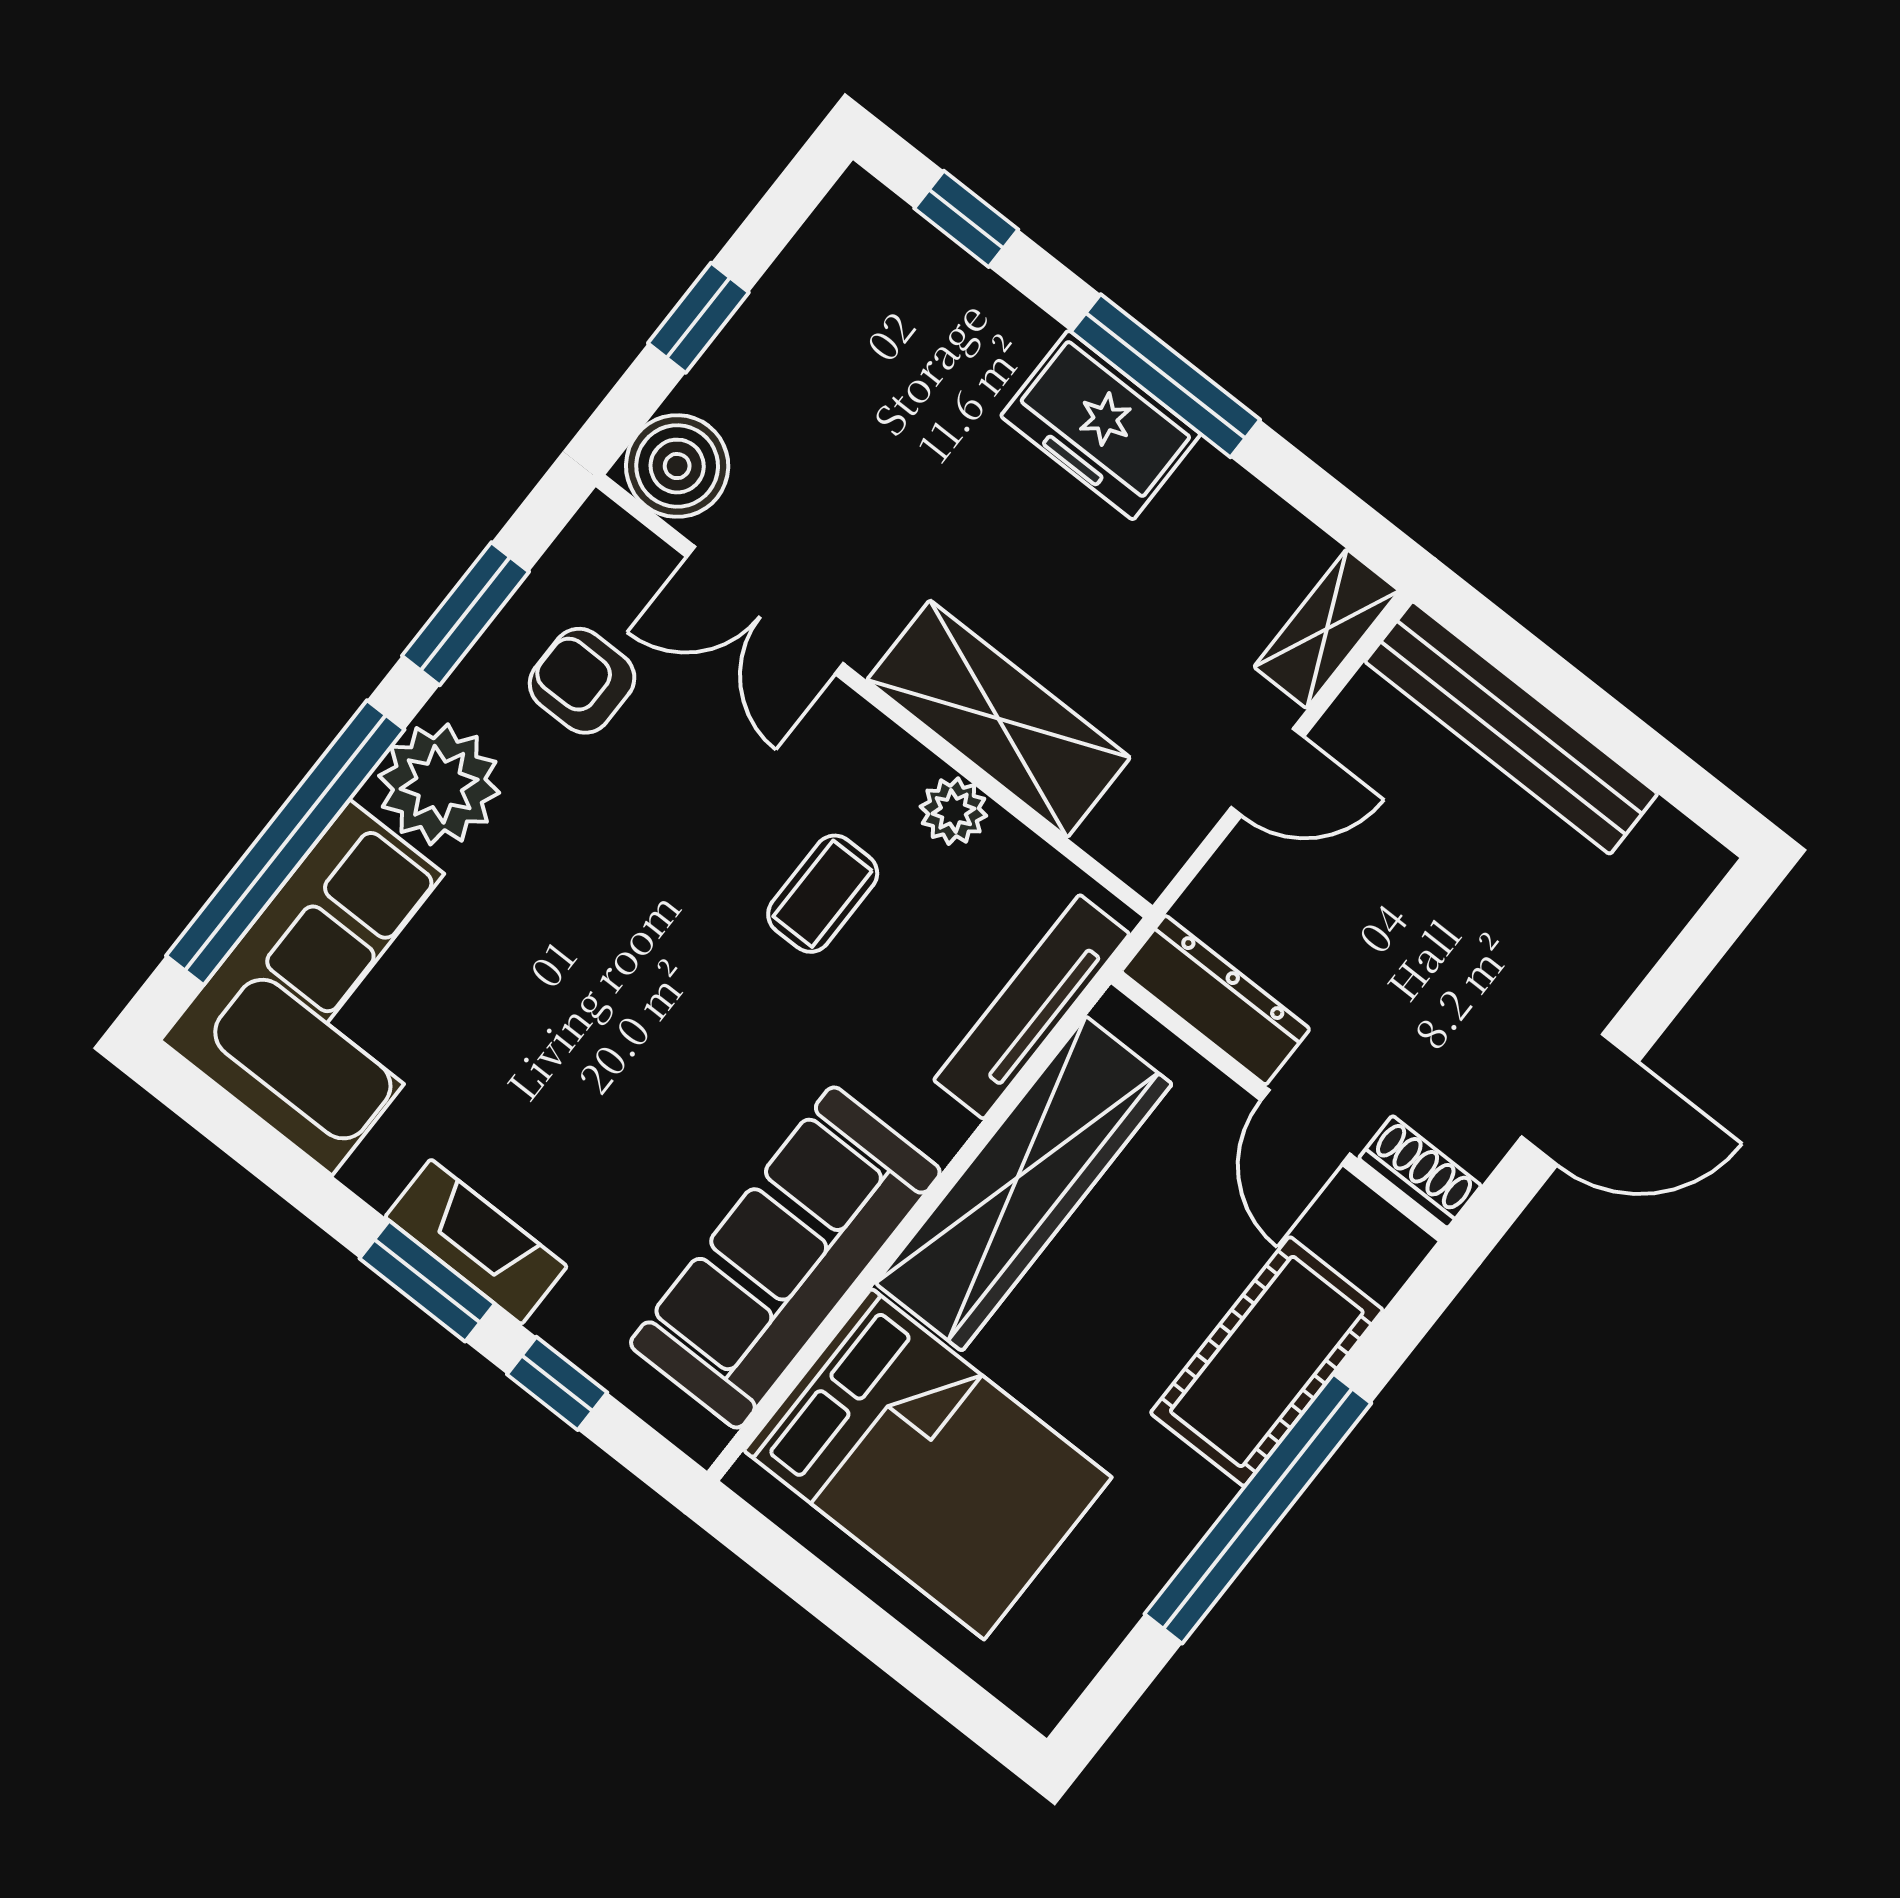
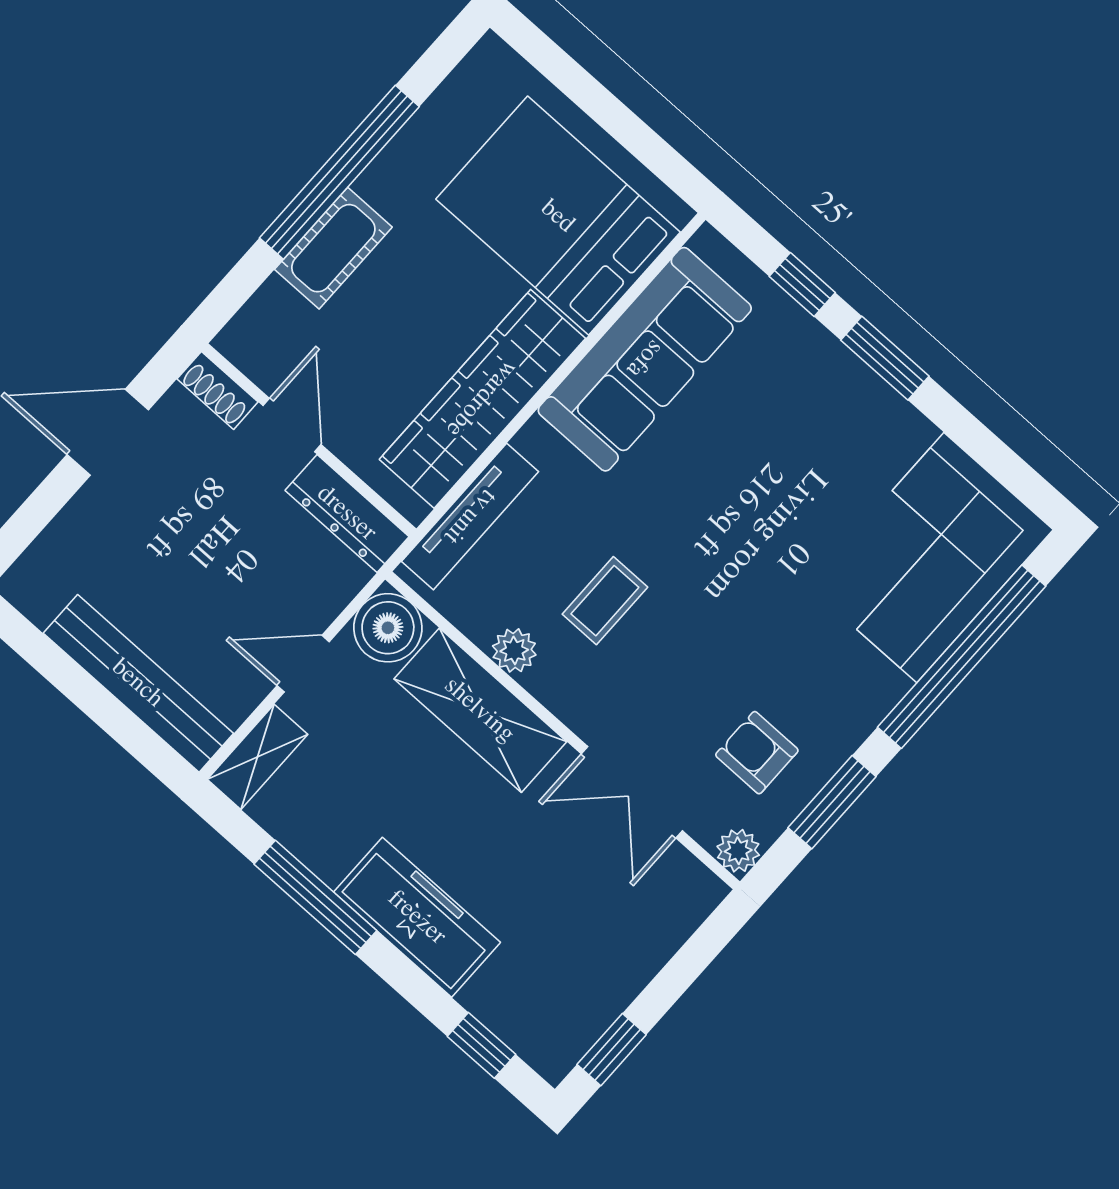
window: (698, 318) -> (612, 1050), moved
window: (1166, 376) -> (315, 897), moved
freezer: (1101, 425) -> (417, 917), width x1.40
boiler: (677, 466) -> (388, 628), moved
double door: (765, 610) -> (632, 792), swing flipped
armchair: (582, 681) -> (757, 753), turned 180
plant: (439, 784) -> (738, 851), moved, width x0.53, depth x0.53
fireplace: (476, 1242) -> (851, 382), removed
cot: (1267, 1361) -> (333, 248), width x0.73, depth x0.75

